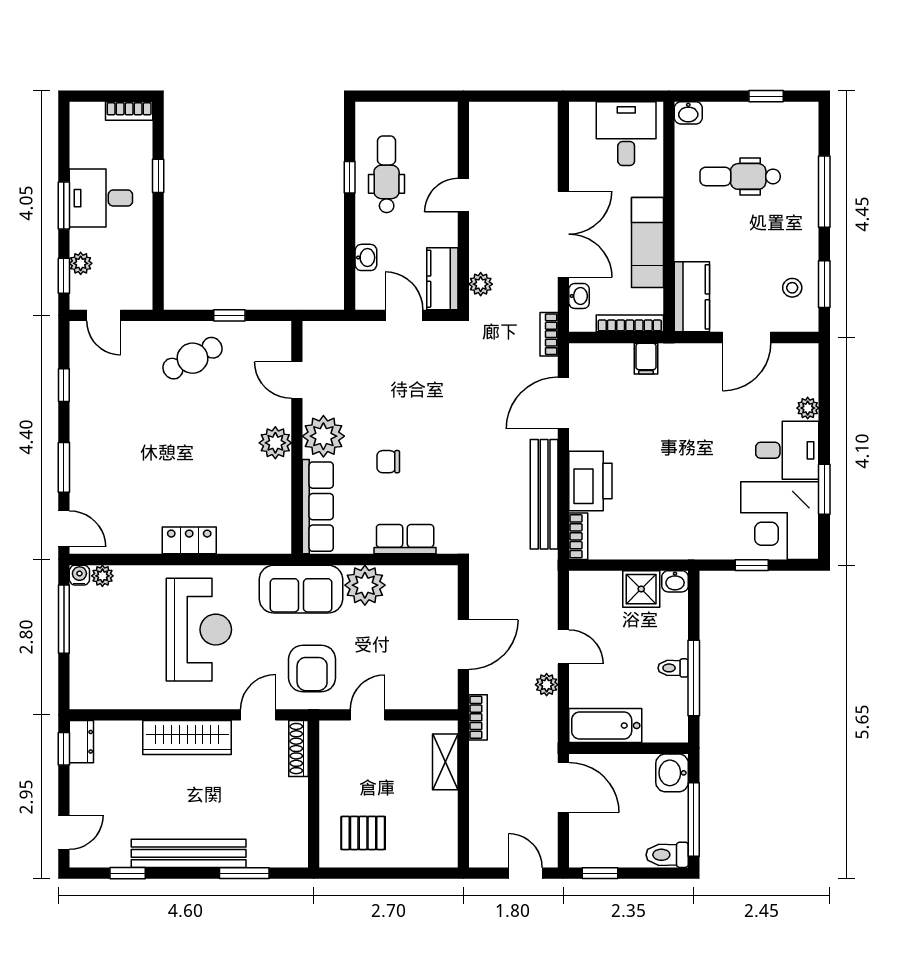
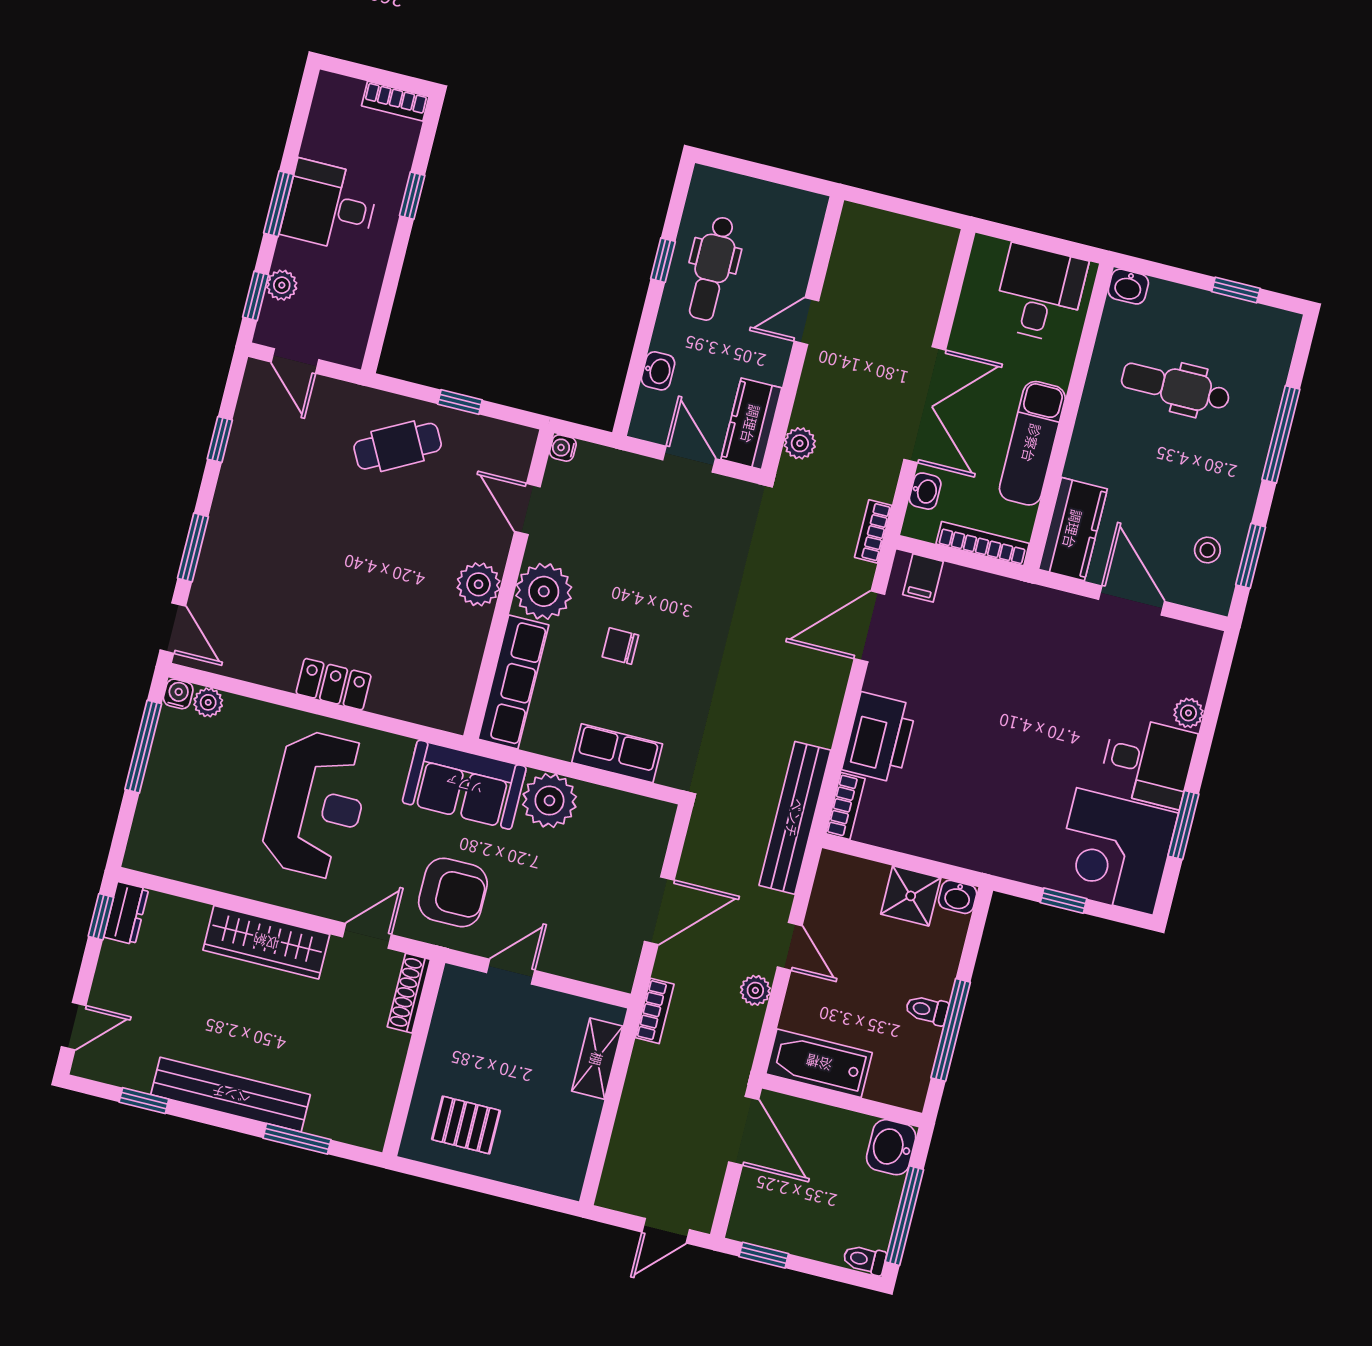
dental chair: (387, 174) -> (712, 268), turned 180
water cooler: (311, 330) -> (563, 448), added
door: (747, 338) -> (1131, 600), swing flipped
filing cabinet: (646, 359) -> (923, 578), moved
bench: (544, 494) -> (795, 818), moved
armchair: (312, 668) -> (453, 892), turned -90
toilet: (667, 855) -> (864, 1260), width x0.73, depth x0.72
door: (525, 873) -> (666, 1231), swing flipped

